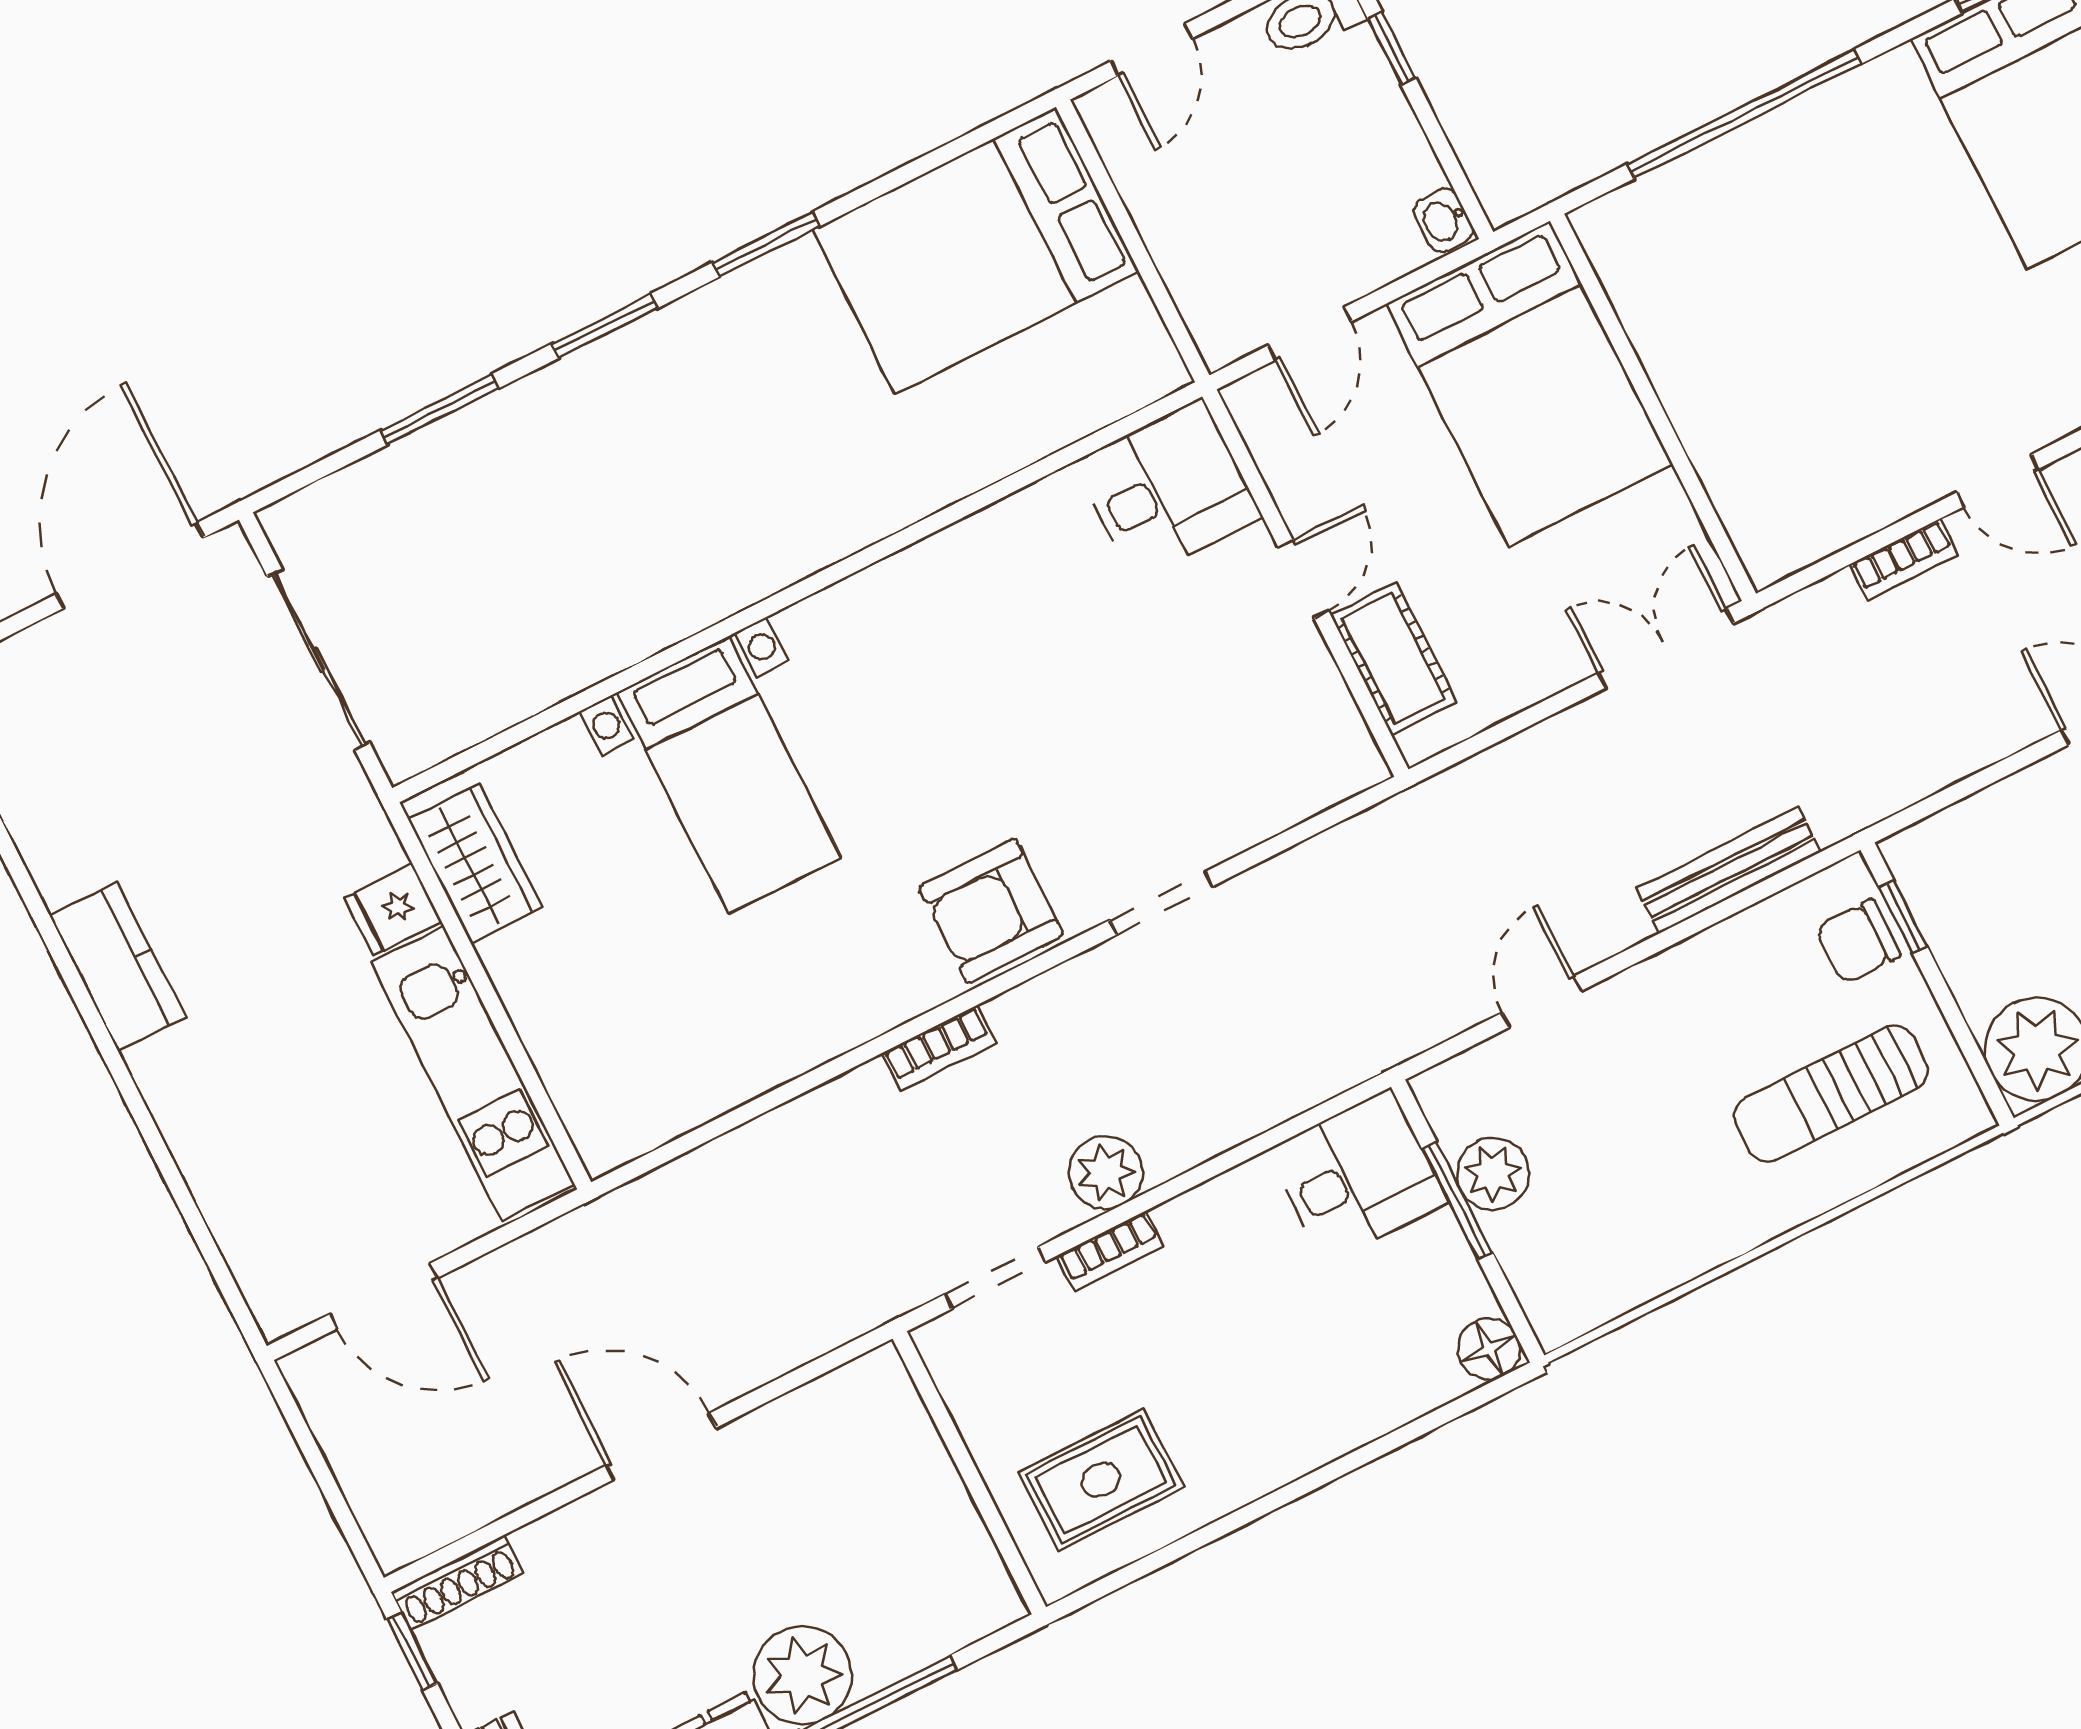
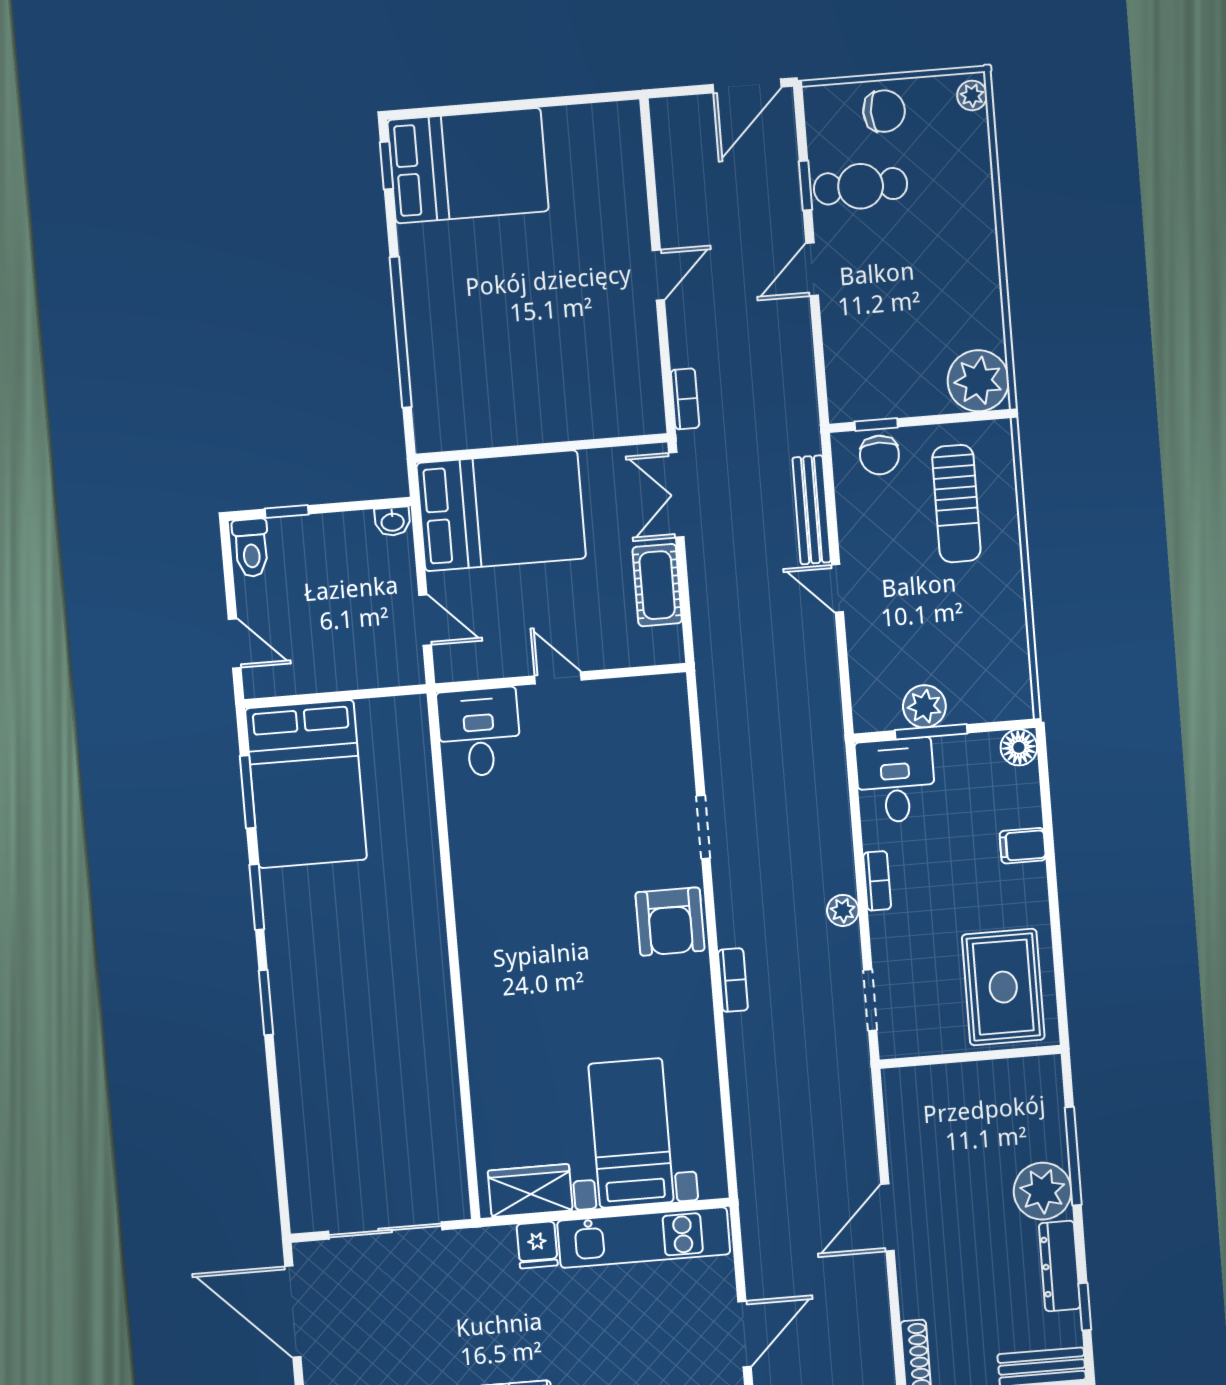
window: (440, 409) -> (248, 792), moved
bookcase: (1904, 559) -> (685, 399), moved
cot: (1393, 658) -> (657, 585), moved, turned 90
bed with nightstands: (729, 775) -> (631, 1133), moved, turned -90
door: (1542, 1002) -> (838, 588), moved
plant: (1106, 1172) -> (843, 910), width x0.73, depth x0.73
bookcase: (1110, 1251) -> (877, 881), moved
filing cabinet: (1337, 1419) -> (1023, 846), added
rug: (1101, 1480) -> (1003, 987), width x1.36, depth x1.43

